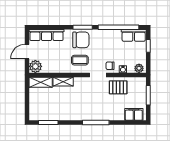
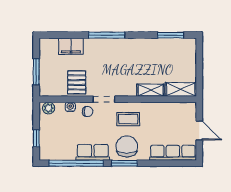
row of seats: (134, 35) -> (93, 152), moved
chair: (81, 40) -> (127, 146), turned 90
door: (27, 52) -> (199, 131), hinge flipped
plant: (35, 66) -> (188, 111), removed
pallet: (118, 87) -> (77, 82), turned 90
filing cabinet: (134, 114) -> (71, 46), moved

